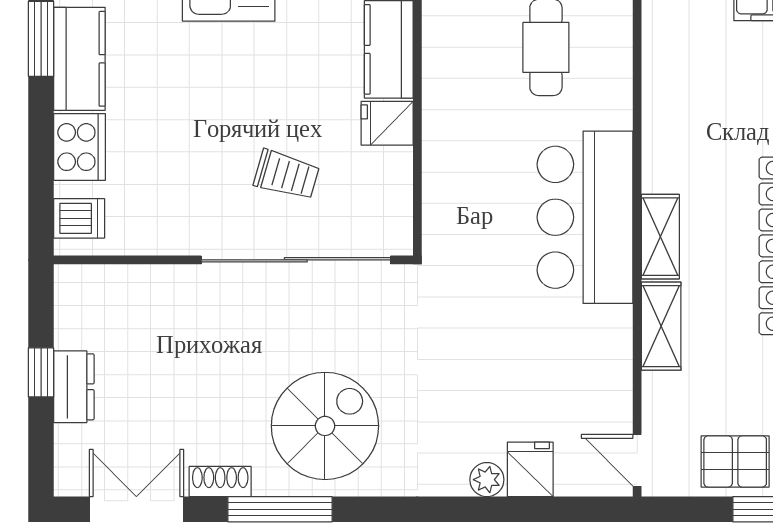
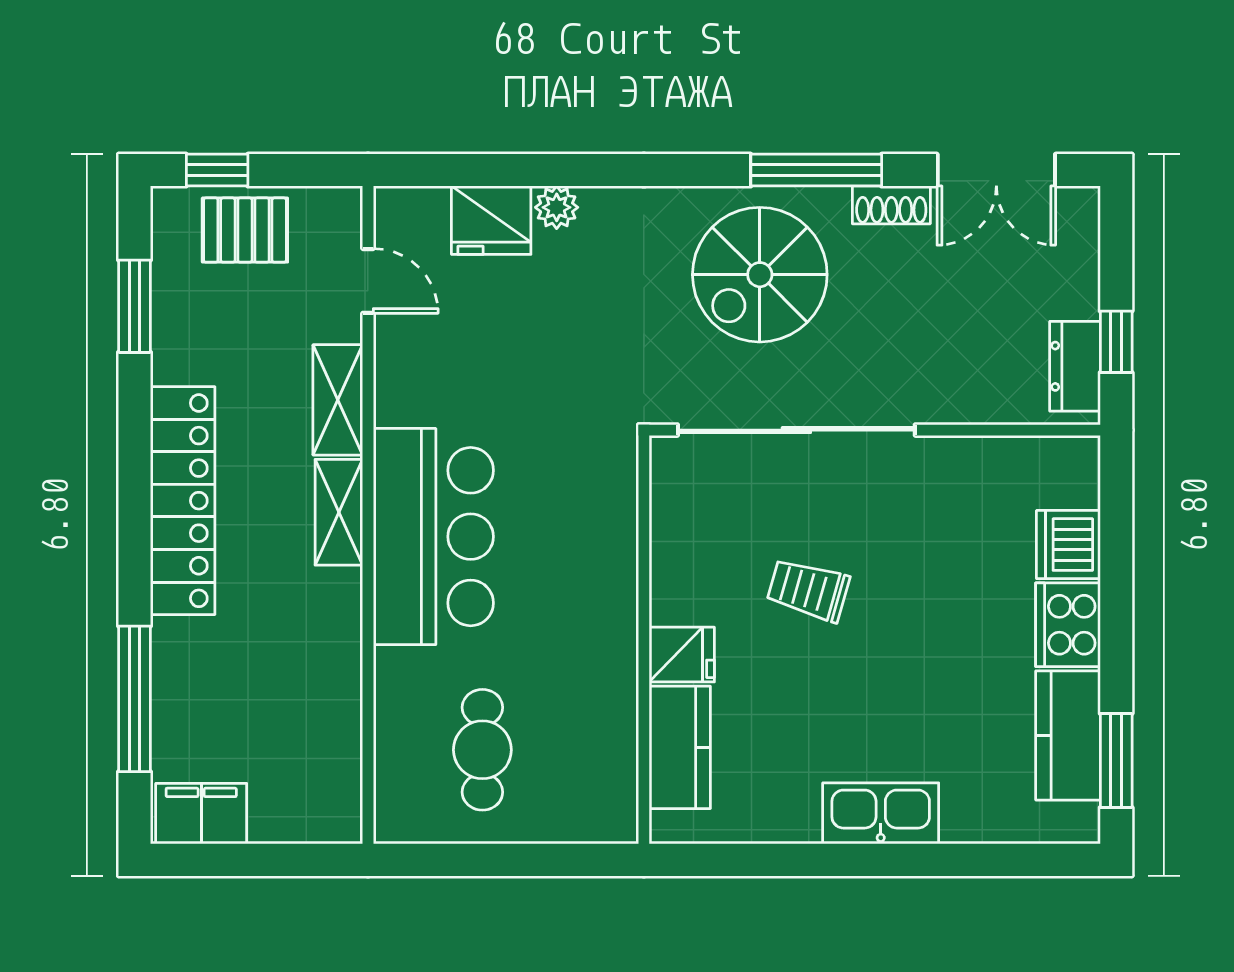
dishwasher: (79, 218) -> (1068, 545), width x1.38
wall: (233, 260) -> (875, 430), moved
sliding door: (296, 260) -> (796, 430), moved
dresser: (74, 387) -> (1075, 366), moved
door: (637, 460) -> (368, 281), moved
fridge: (530, 469) -> (491, 220), width x1.38

